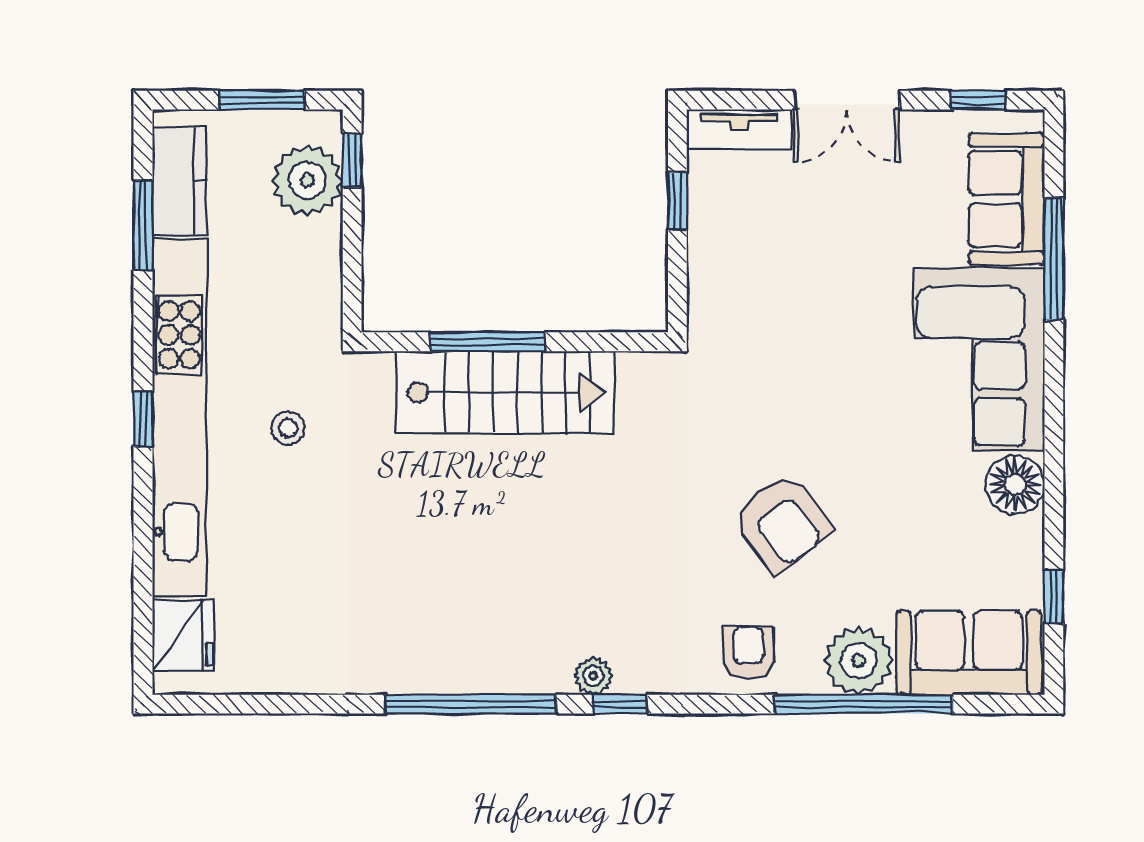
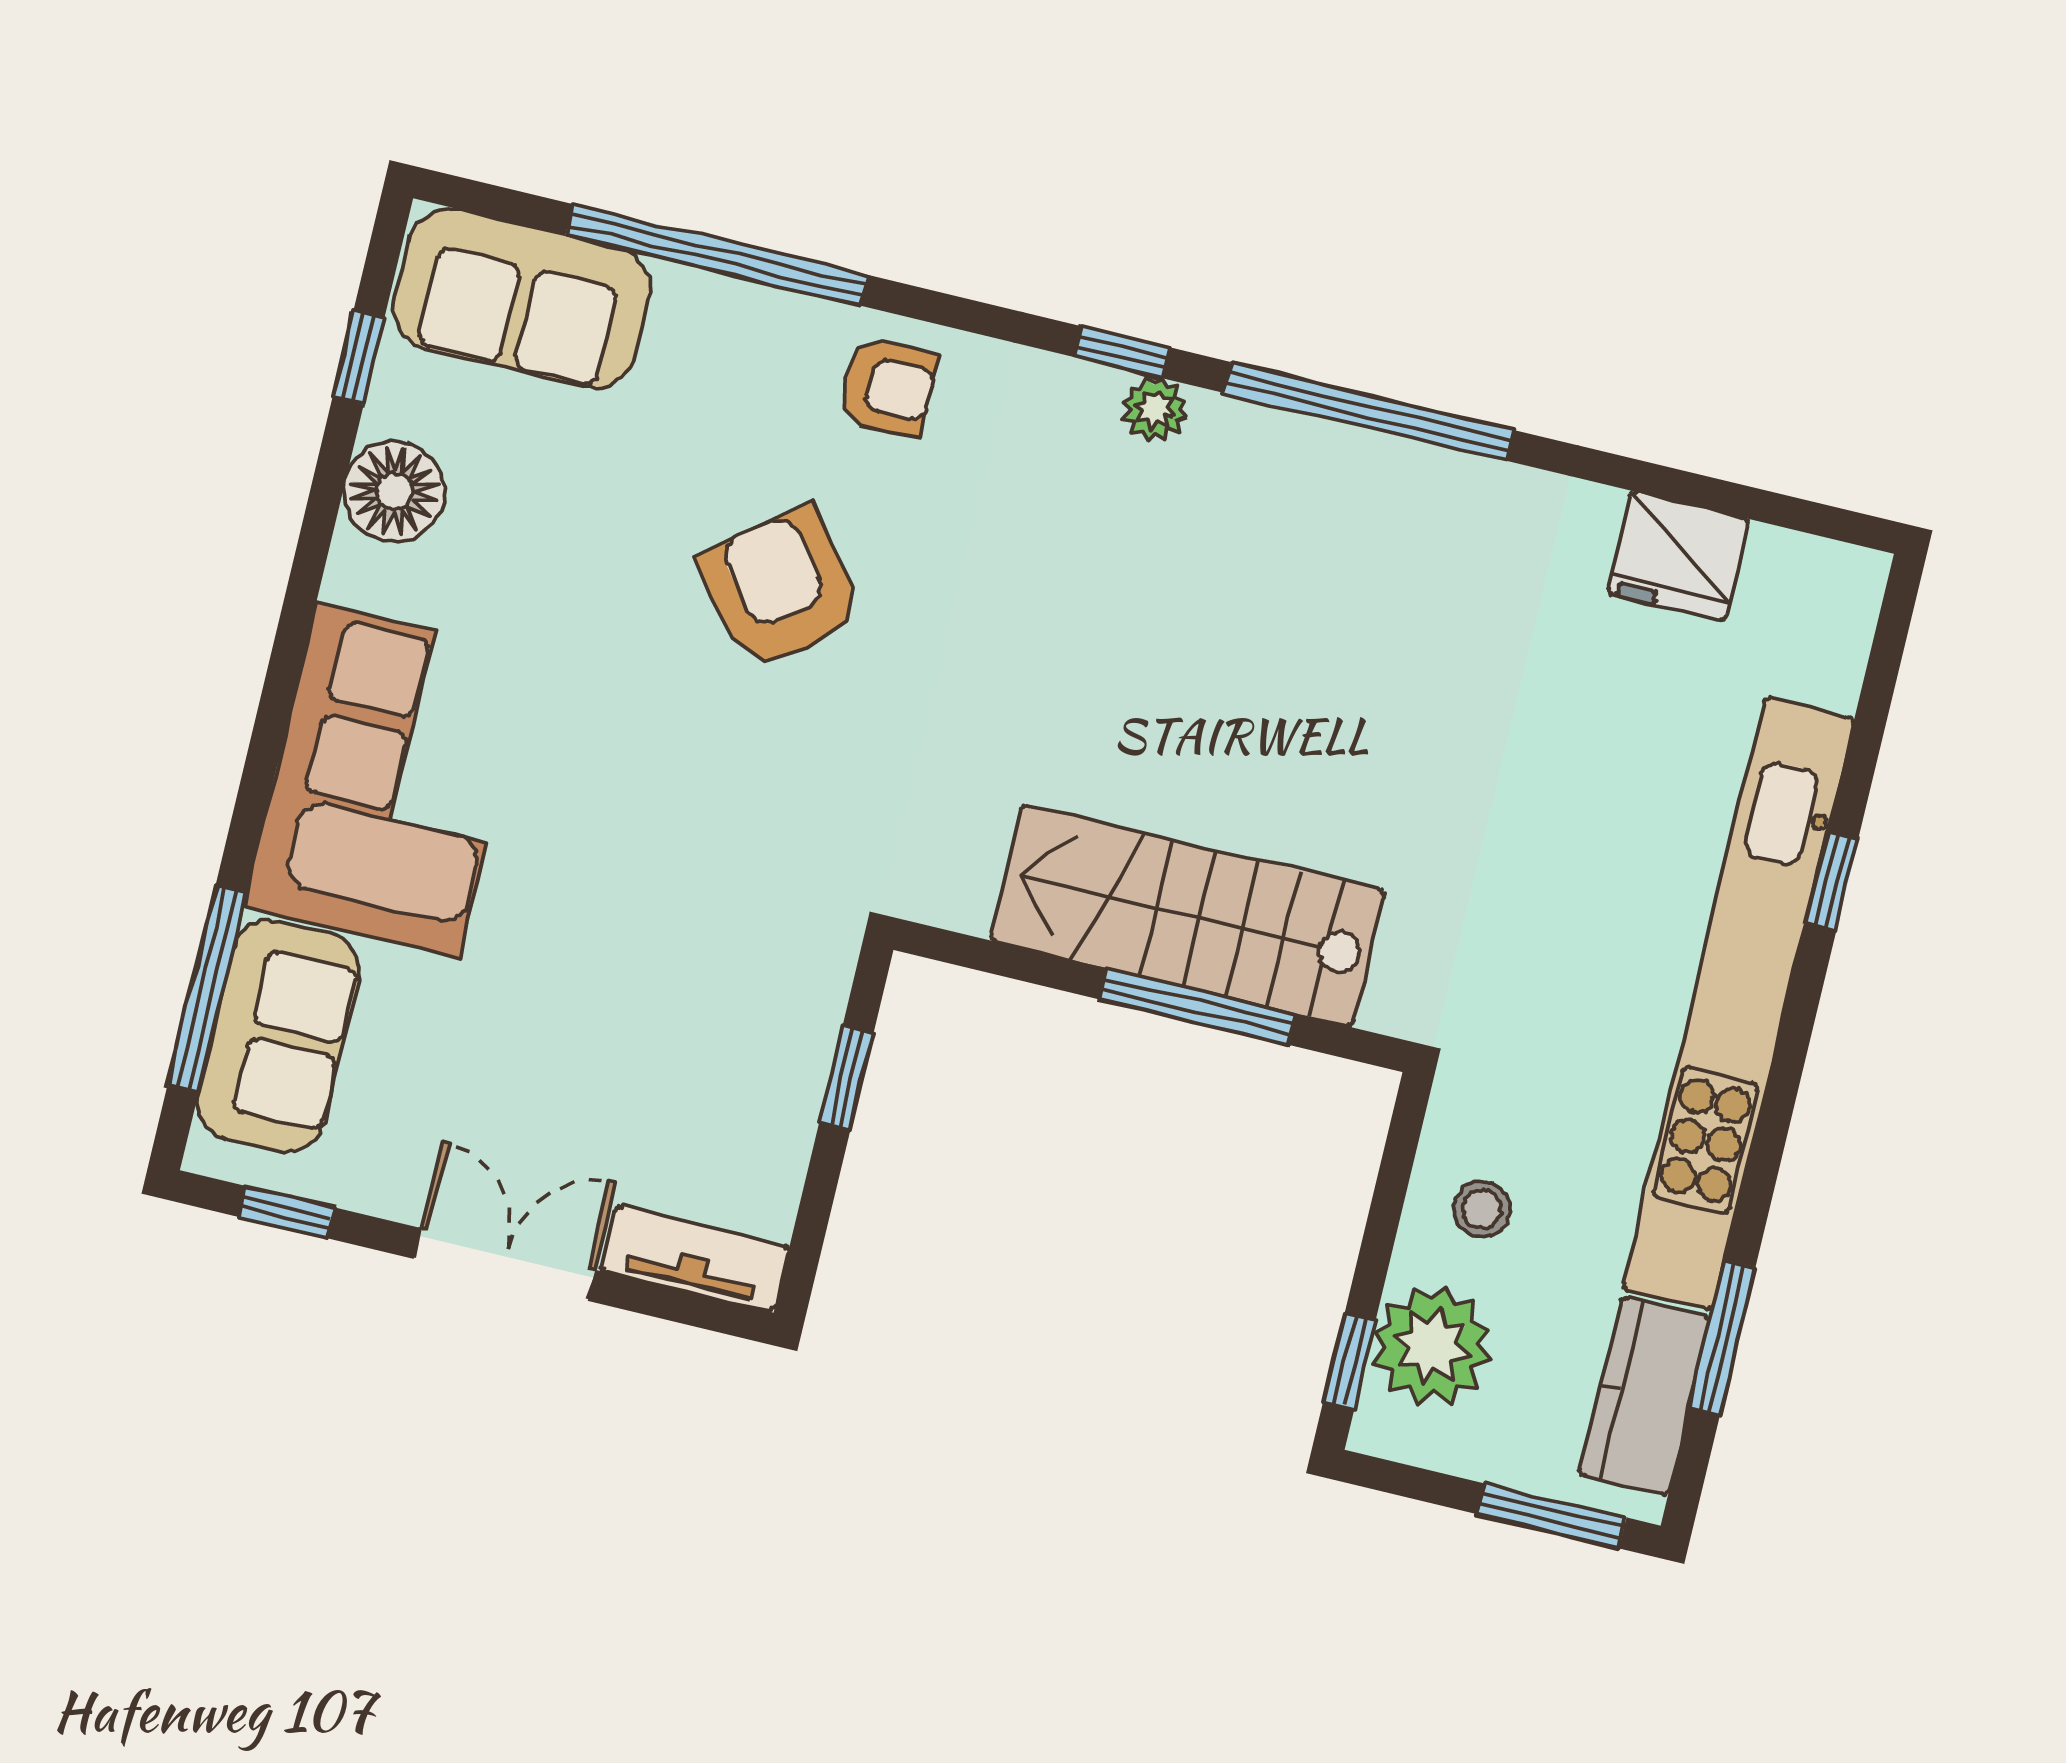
window: (262, 100) -> (1552, 1516), moved
window: (677, 201) -> (846, 1078), moved
window: (1054, 259) -> (207, 989), moved
window: (143, 419) -> (1832, 881), moved
stool: (288, 428) -> (1482, 1209), moved
floor lamp: (1015, 485) -> (394, 492), moved
fridge: (183, 635) -> (1678, 556), moved, turned -90
armchair: (748, 652) -> (888, 387), turned -90
plant: (858, 661) -> (708, 329), removed

